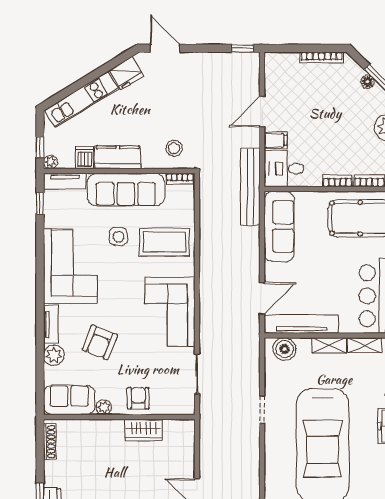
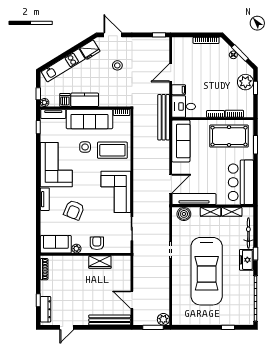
stool: (174, 148) -> (117, 65), moved
plant: (54, 355) -> (47, 218), removed

